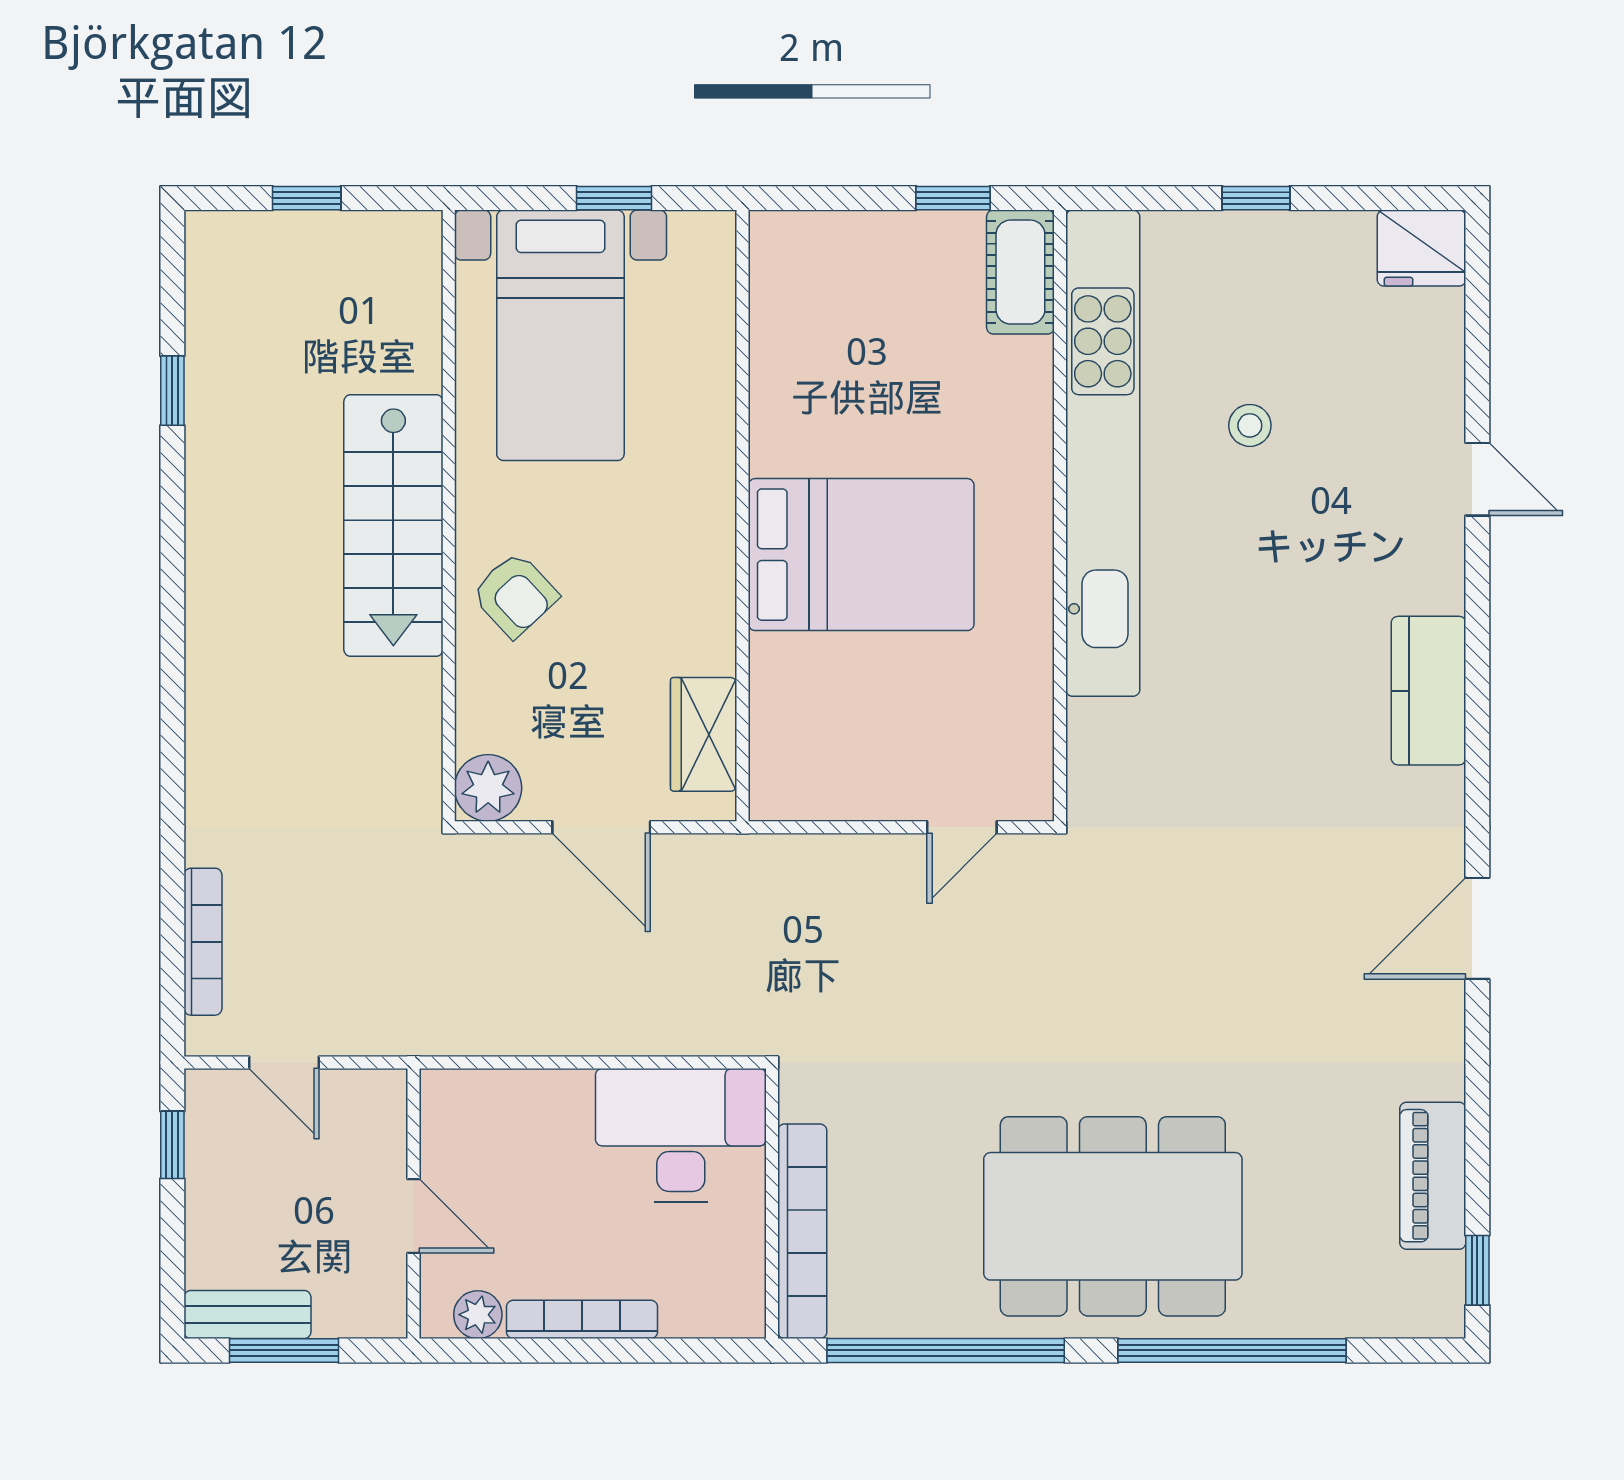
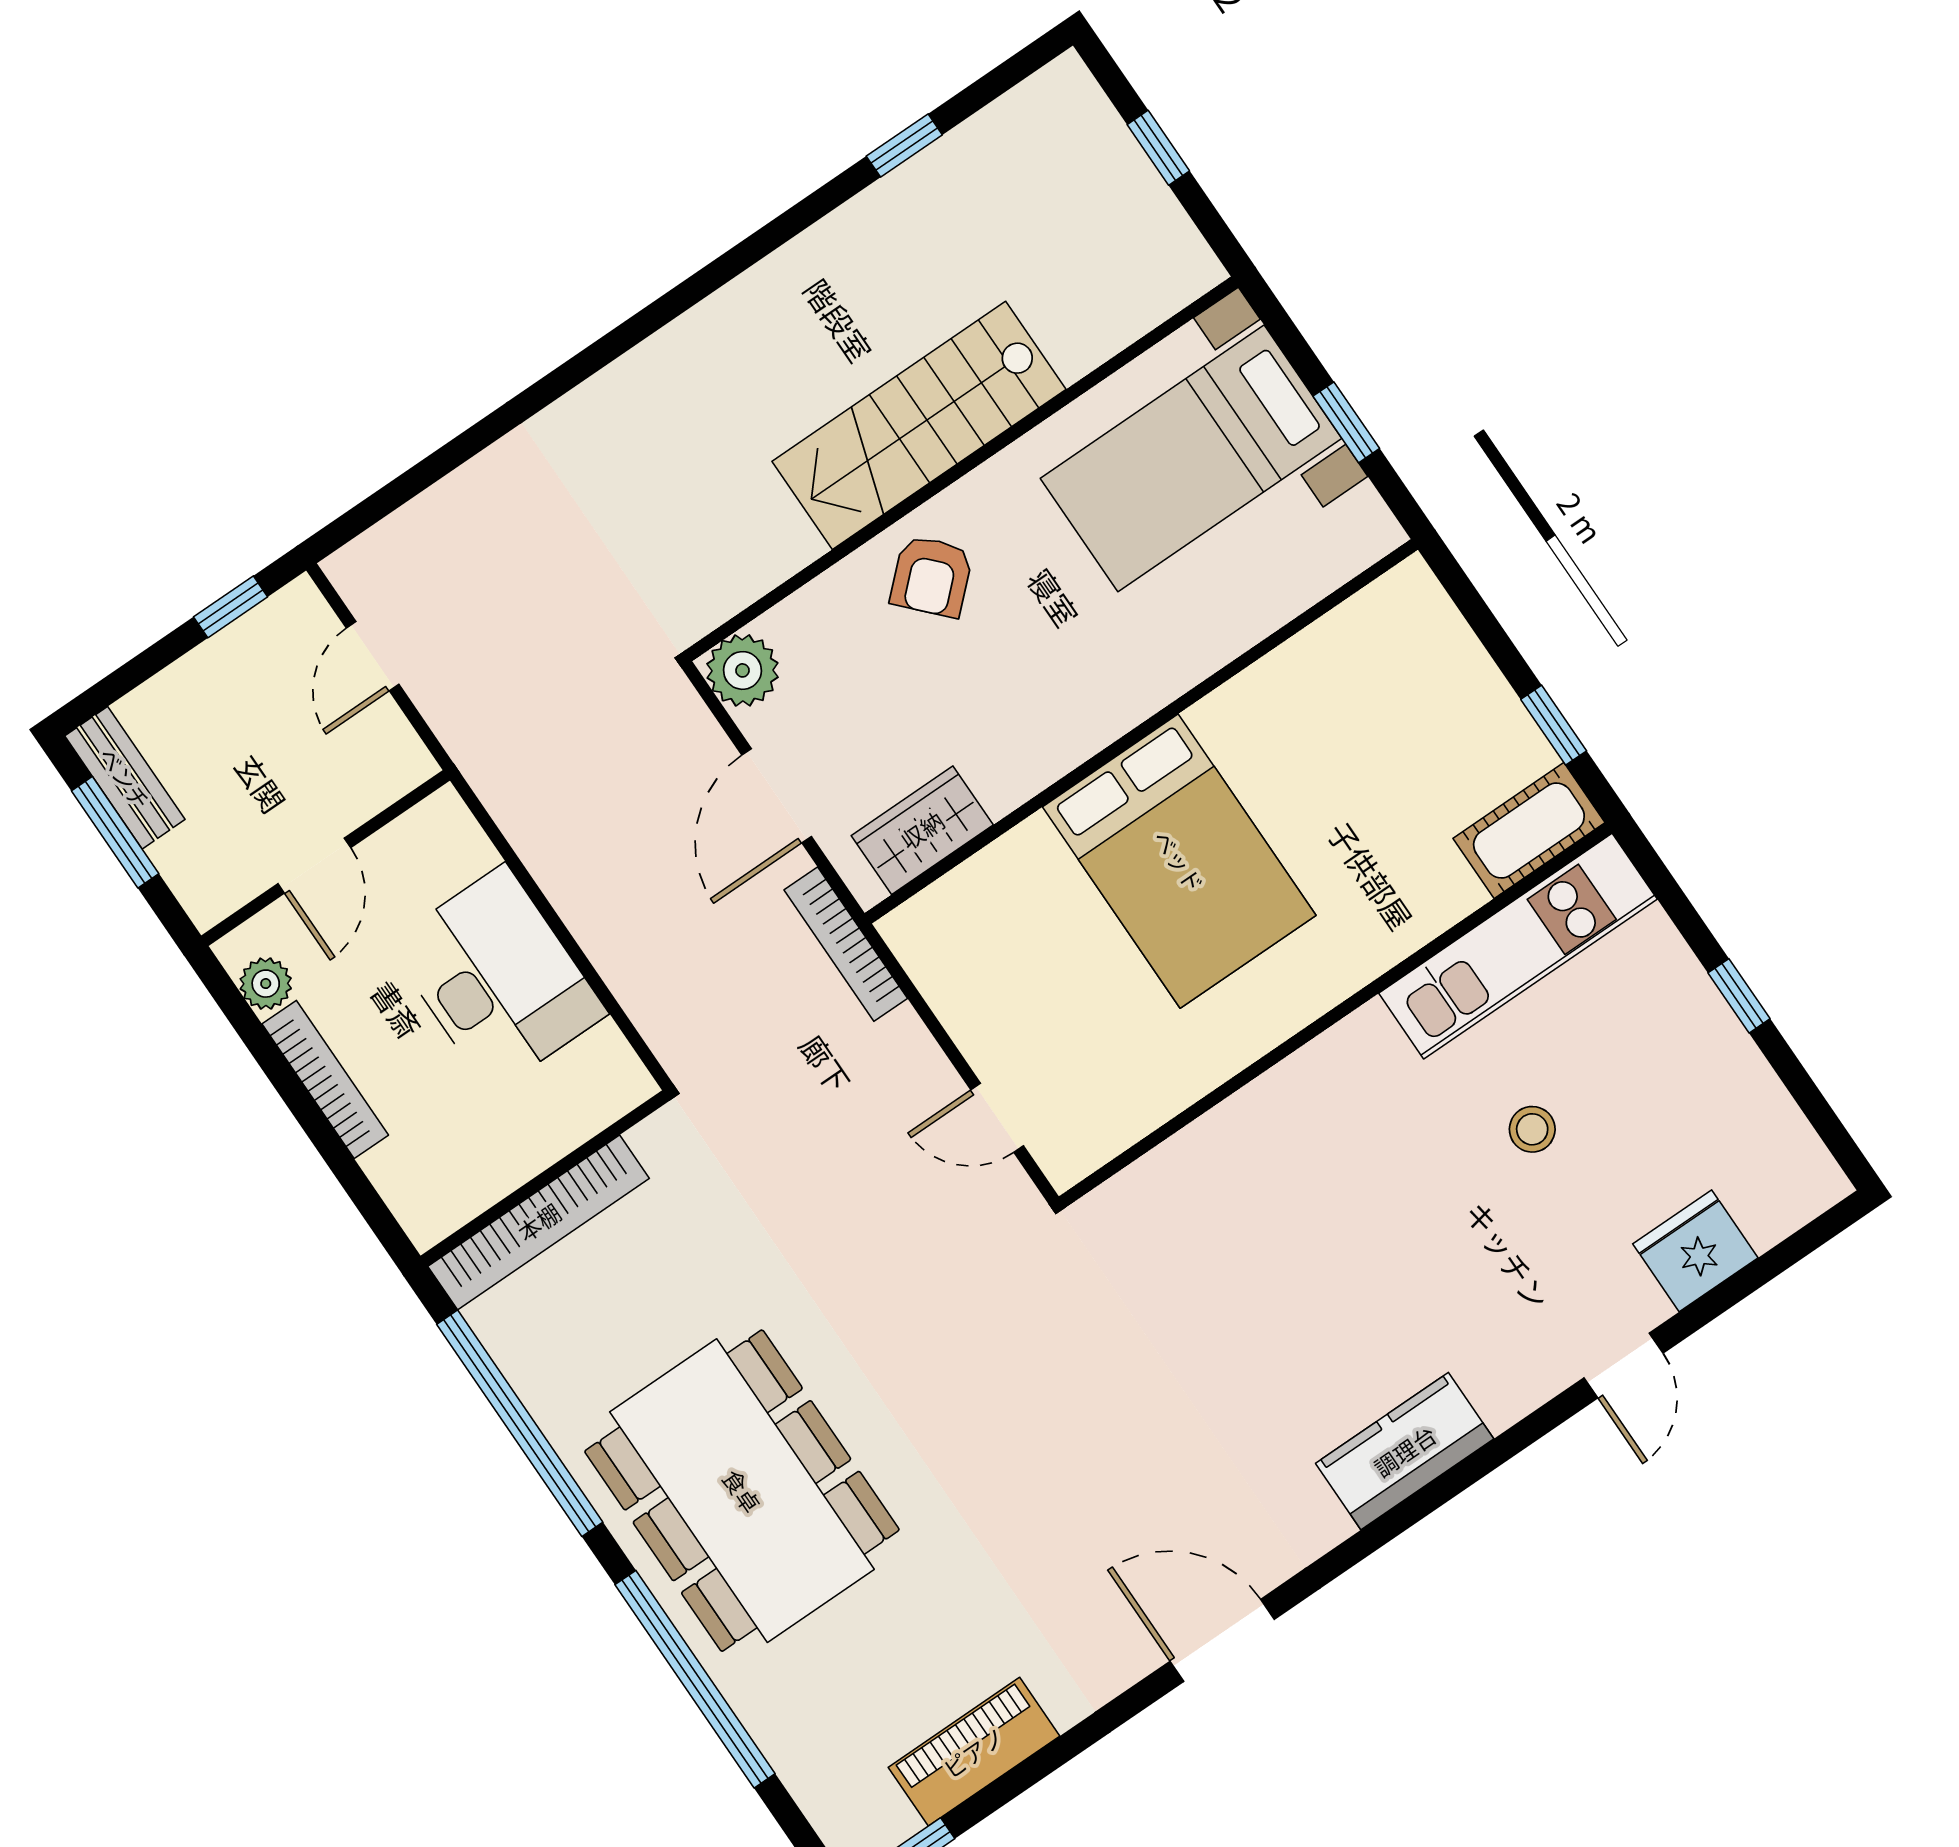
fridge: (1421, 248) -> (1695, 1251), moved, turned 90
kitchen unit: (1103, 453) -> (1518, 946), width x0.54
bookcase: (203, 942) -> (846, 944), moved, turned 90
desk: (681, 1135) -> (498, 979), moved

